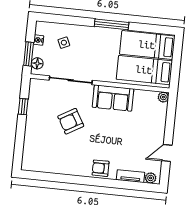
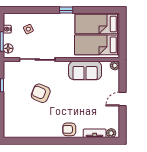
window: (112, 24) -> (66, 10), width x0.46
sofa: (113, 98) -> (85, 71), moved
armchair: (71, 121) -> (41, 93), turned 53
door: (167, 153) -> (122, 99), moved

